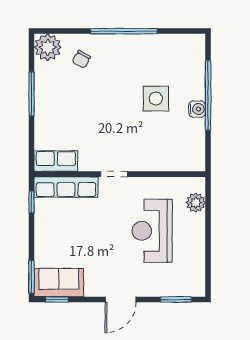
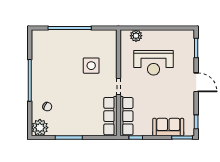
side table: (156, 99) -> (91, 66), moved
water cooler: (197, 109) -> (78, 35), removed
row of seats: (56, 161) -> (110, 116), width x1.48
sofa: (59, 283) -> (168, 127), moved, turned 90

